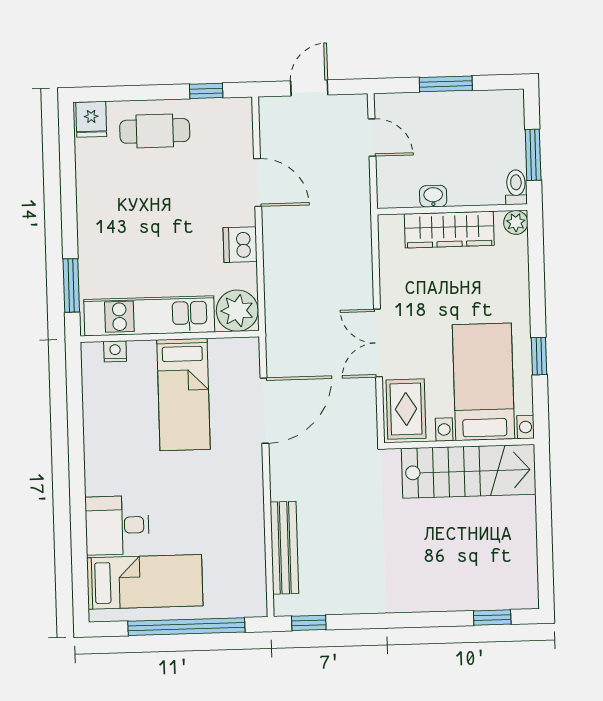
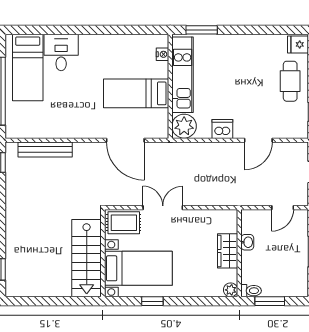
wardrobe: (449, 230) -> (228, 251), width x0.67

